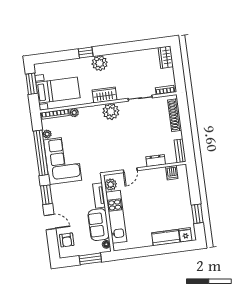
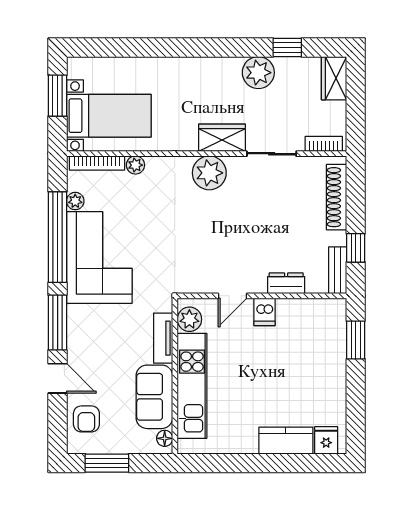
window: (86, 53) -> (287, 48), moved
plant: (100, 63) -> (258, 73), moved
wardrobe: (105, 95) -> (222, 138), moved
window: (187, 139) -> (356, 248), added
dishwasher: (172, 173) -> (265, 312), moved
window: (46, 195) -> (58, 322), width x1.44
window: (197, 214) -> (356, 340), moved
window: (90, 259) -> (107, 463), moved

